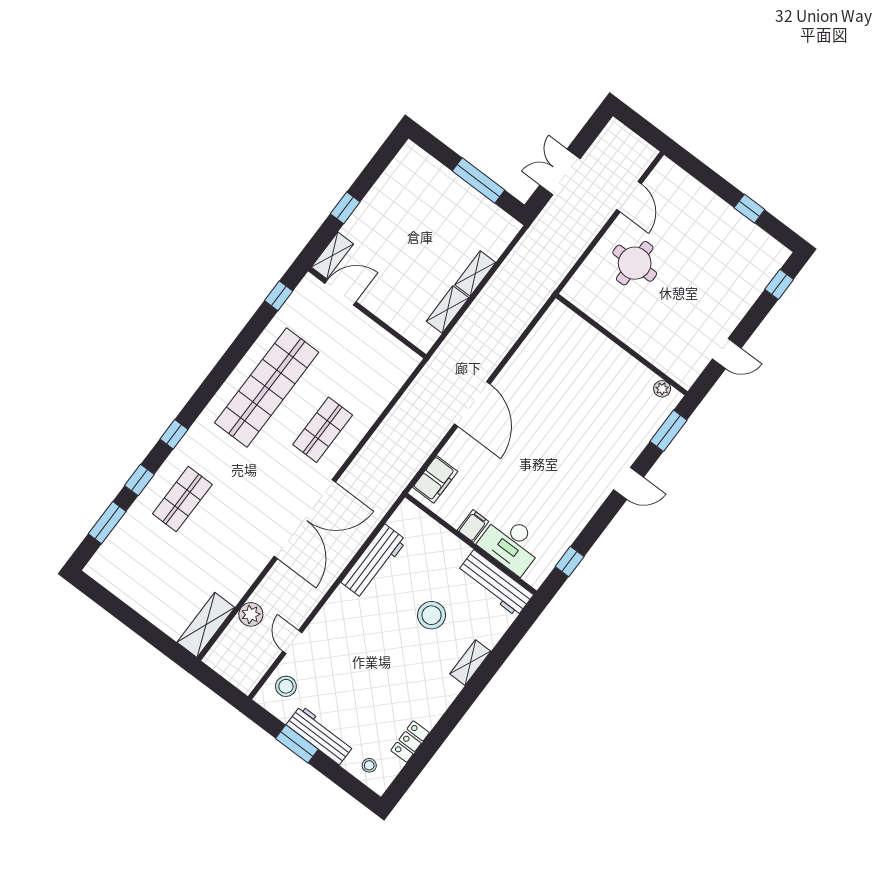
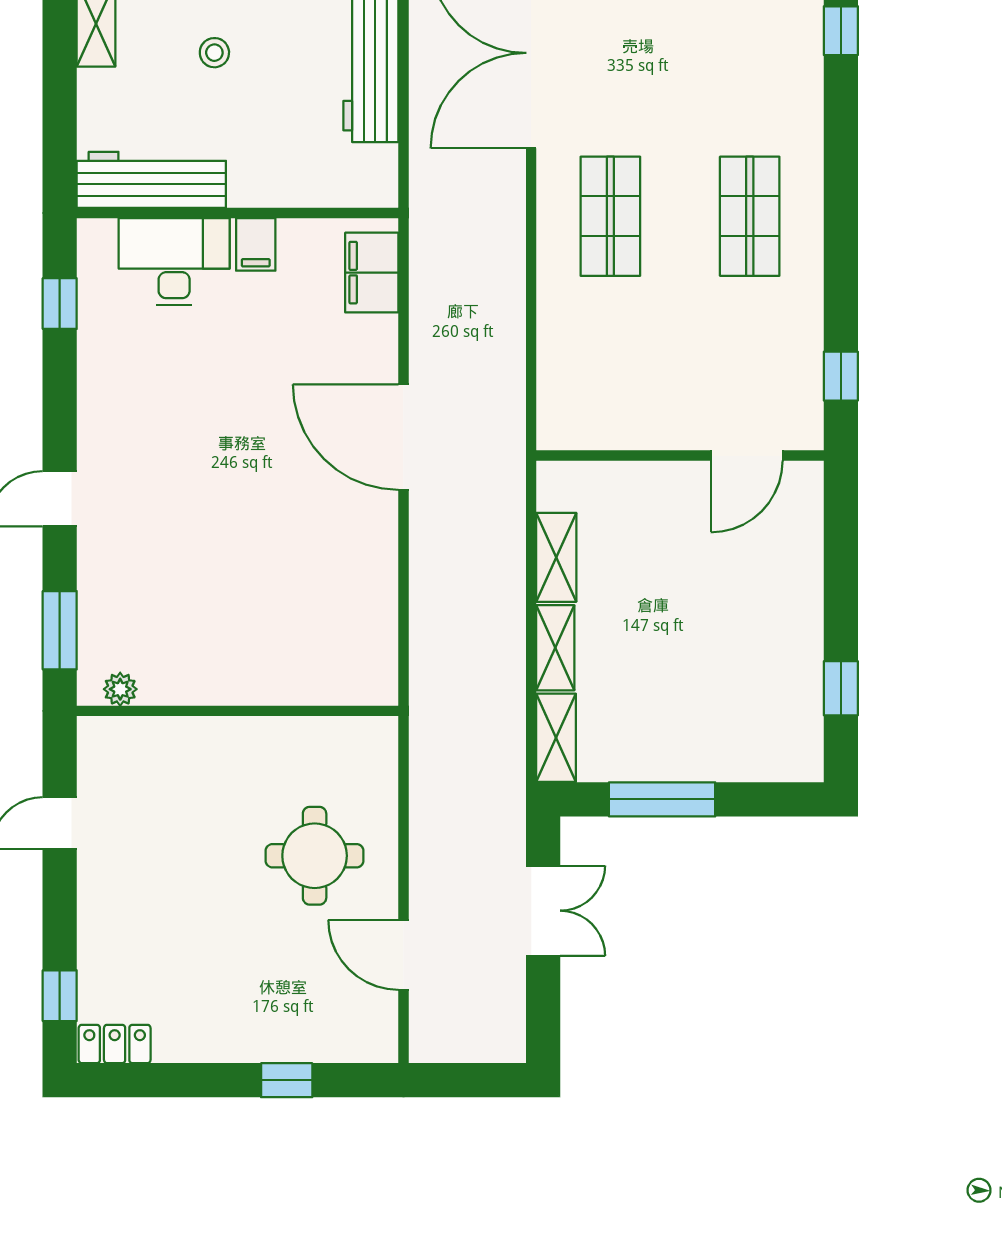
window: (345, 208) -> (841, 688), moved
window: (749, 209) -> (287, 1080), moved
locker: (772, 248) -> (115, 1044), added
shelving: (332, 255) -> (556, 738), moved
shop shelf: (267, 388) -> (750, 216), width x0.50, depth x0.74
stool: (432, 615) -> (214, 53), width x0.53, depth x0.53

